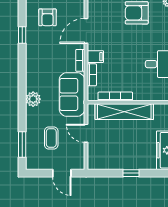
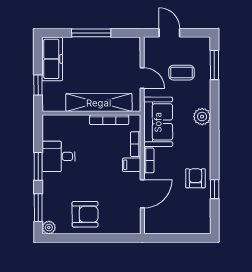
armchair: (47, 17) -> (195, 178), moved
coffee table: (51, 138) -> (181, 73), turned 90
window: (131, 173) -> (91, 33), width x2.17

